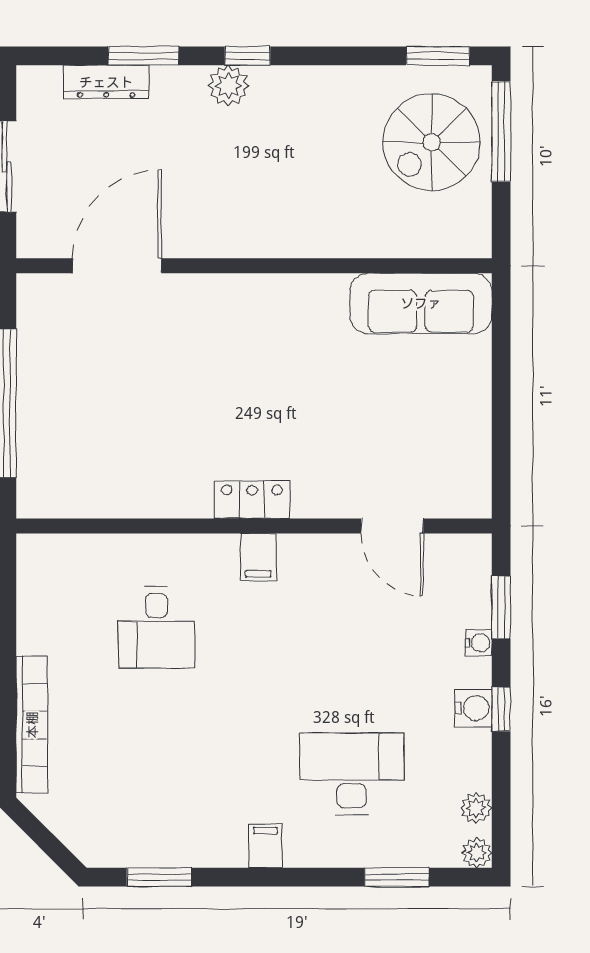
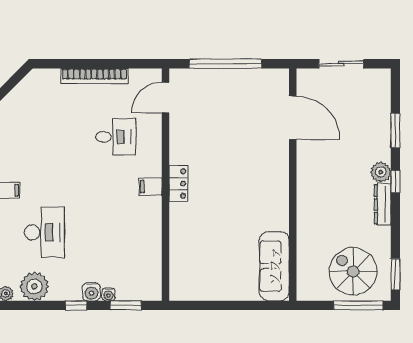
dresser: (106, 82) -> (383, 204), moved
door: (392, 526) -> (166, 98), moved
desk: (156, 627) -> (116, 137), turned 180
water cooler: (473, 708) -> (91, 292), moved
bookcase: (32, 725) -> (94, 76), moved
plant: (476, 808) -> (34, 286), width x1.88, depth x1.88

